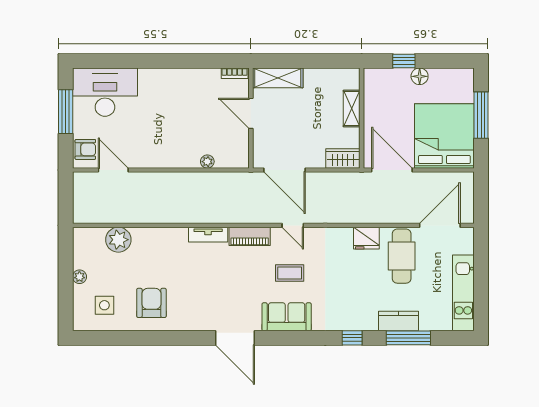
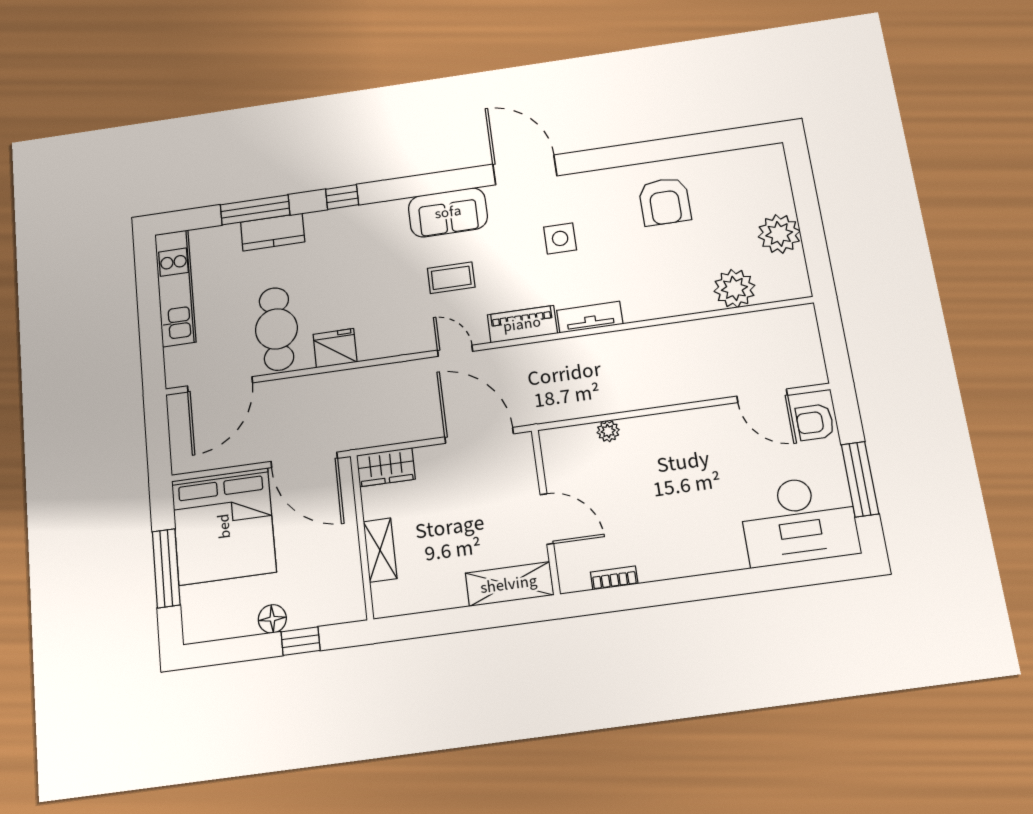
bookcase: (235, 73) -> (614, 578), moved
plant: (79, 277) -> (779, 234), width x1.88, depth x1.88
side table: (104, 305) -> (560, 238), moved

